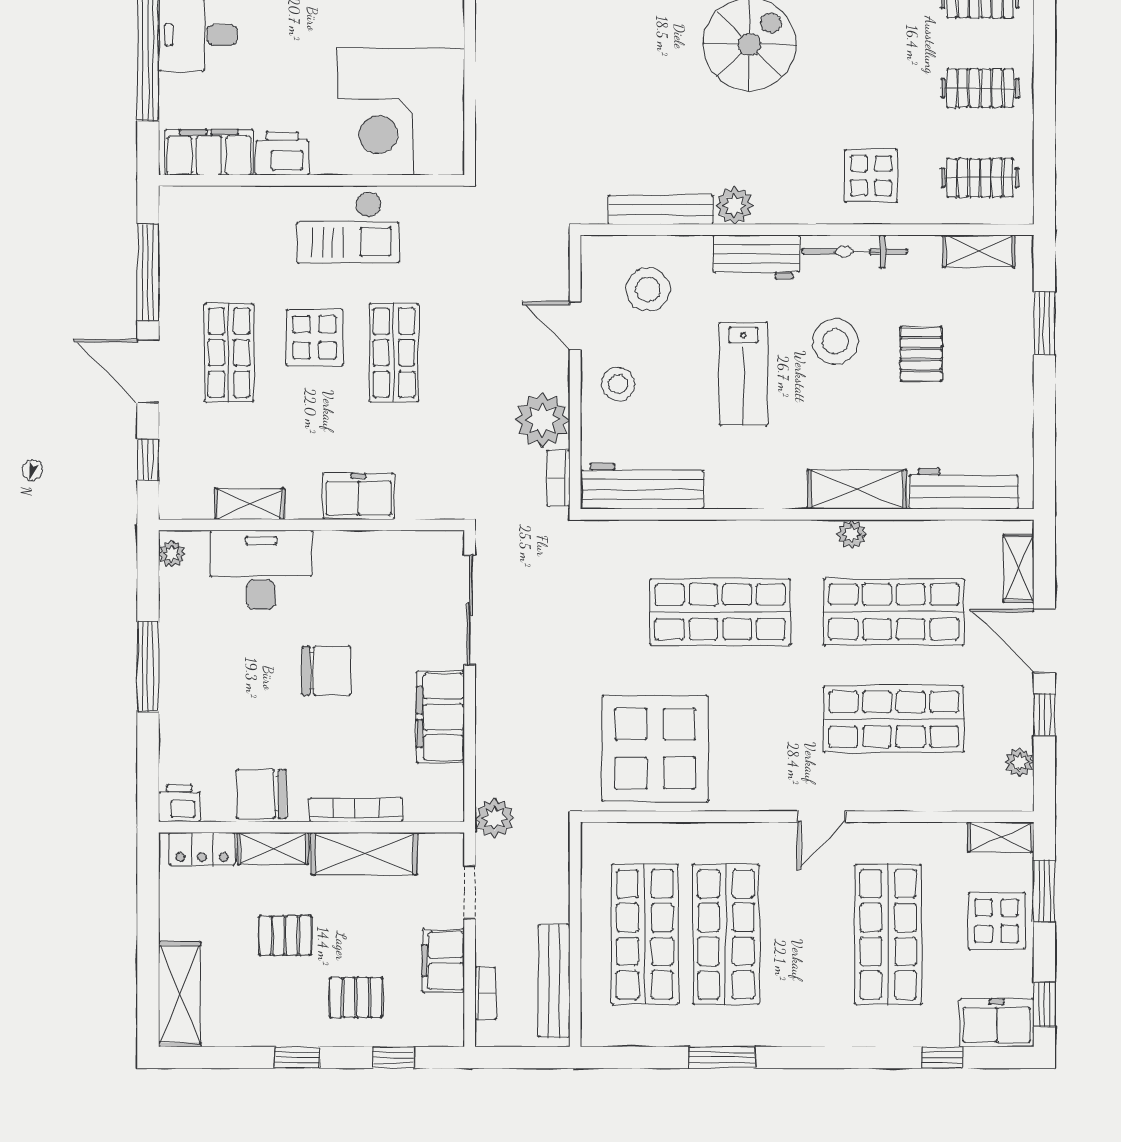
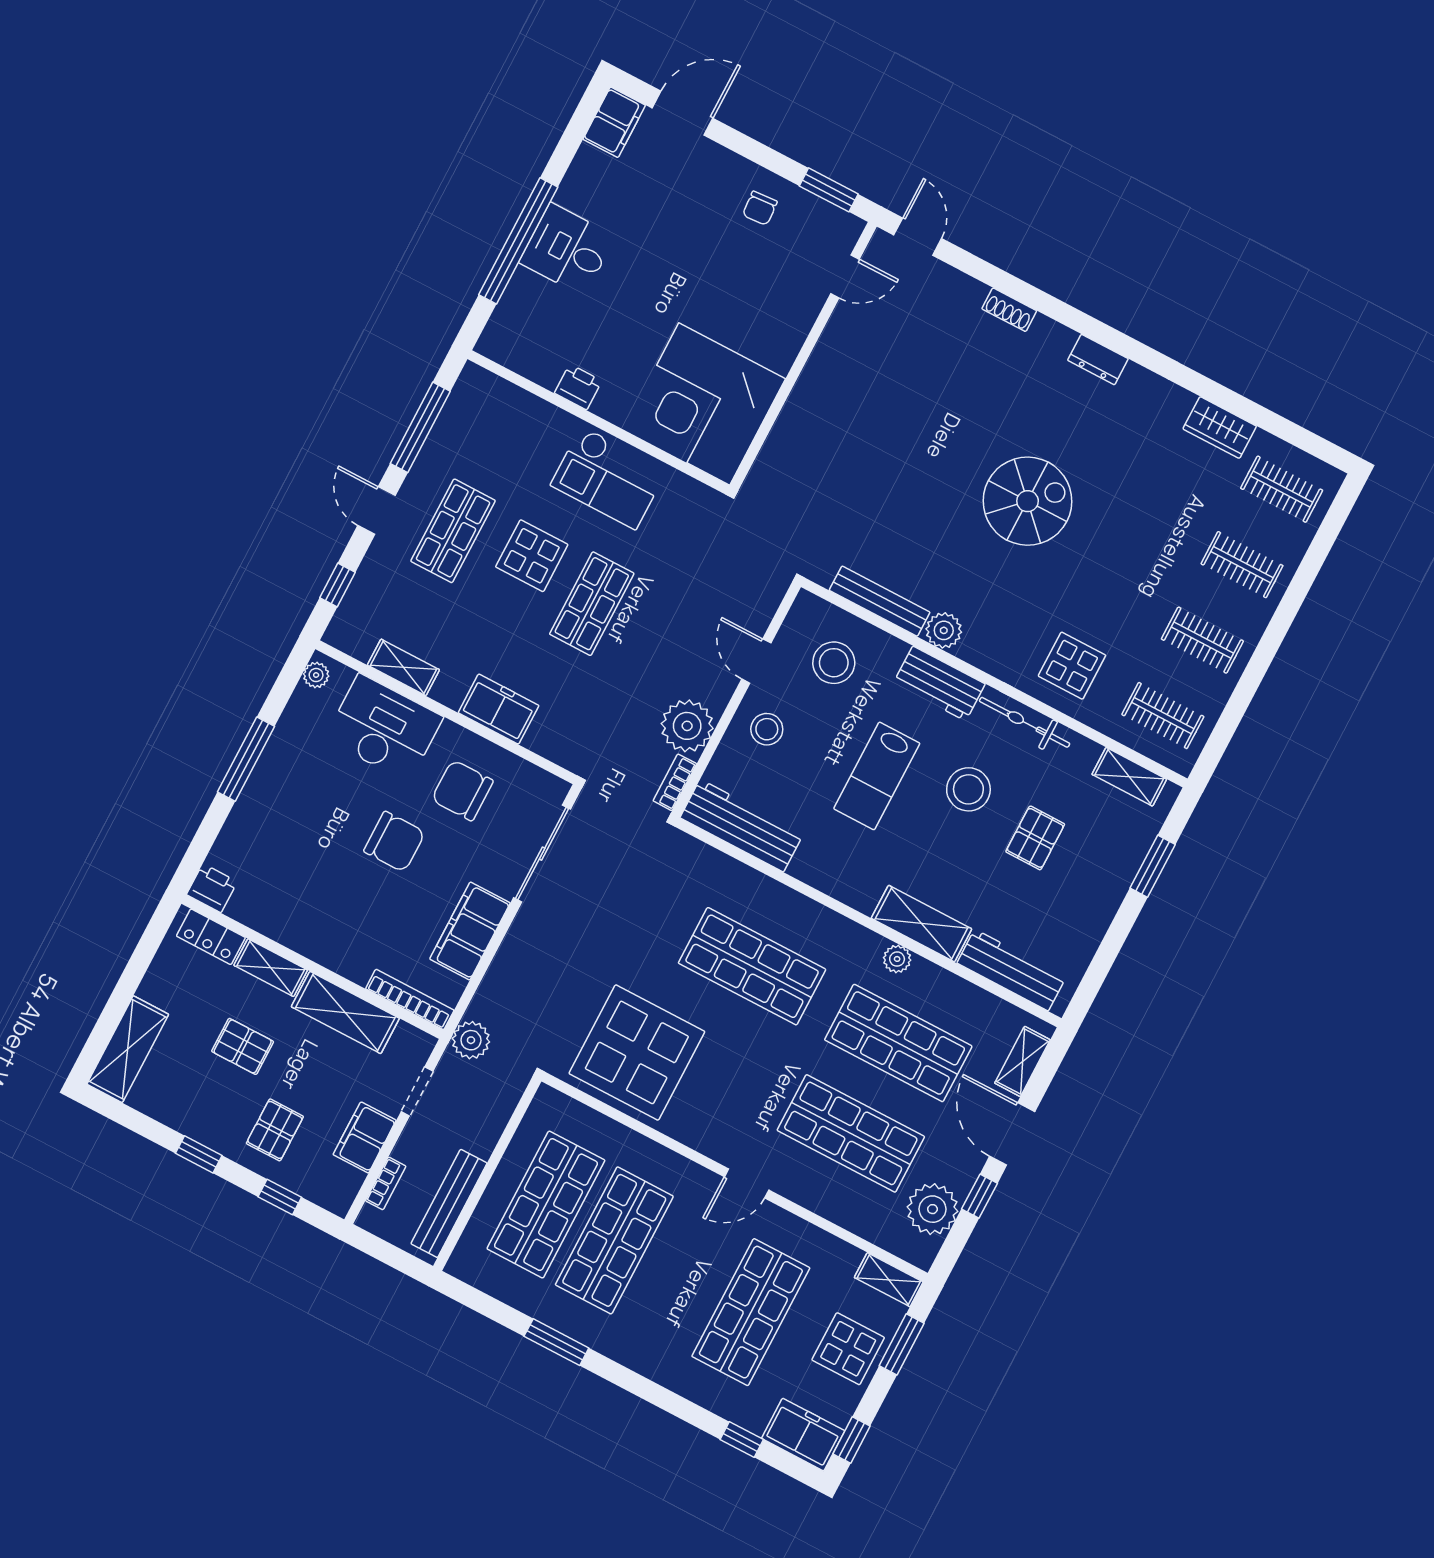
filing cabinet: (209, 152) -> (525, 353), removed
printer: (282, 153) -> (578, 387), width x0.73, depth x0.81
door: (148, 371) -> (377, 511), width x0.73
plant: (1019, 762) -> (932, 1209), width x1.88, depth x1.88
chair: (262, 794) -> (462, 790), moved
bookcase: (356, 810) -> (410, 999), moved
pallet: (356, 997) -> (275, 1130), turned 90

